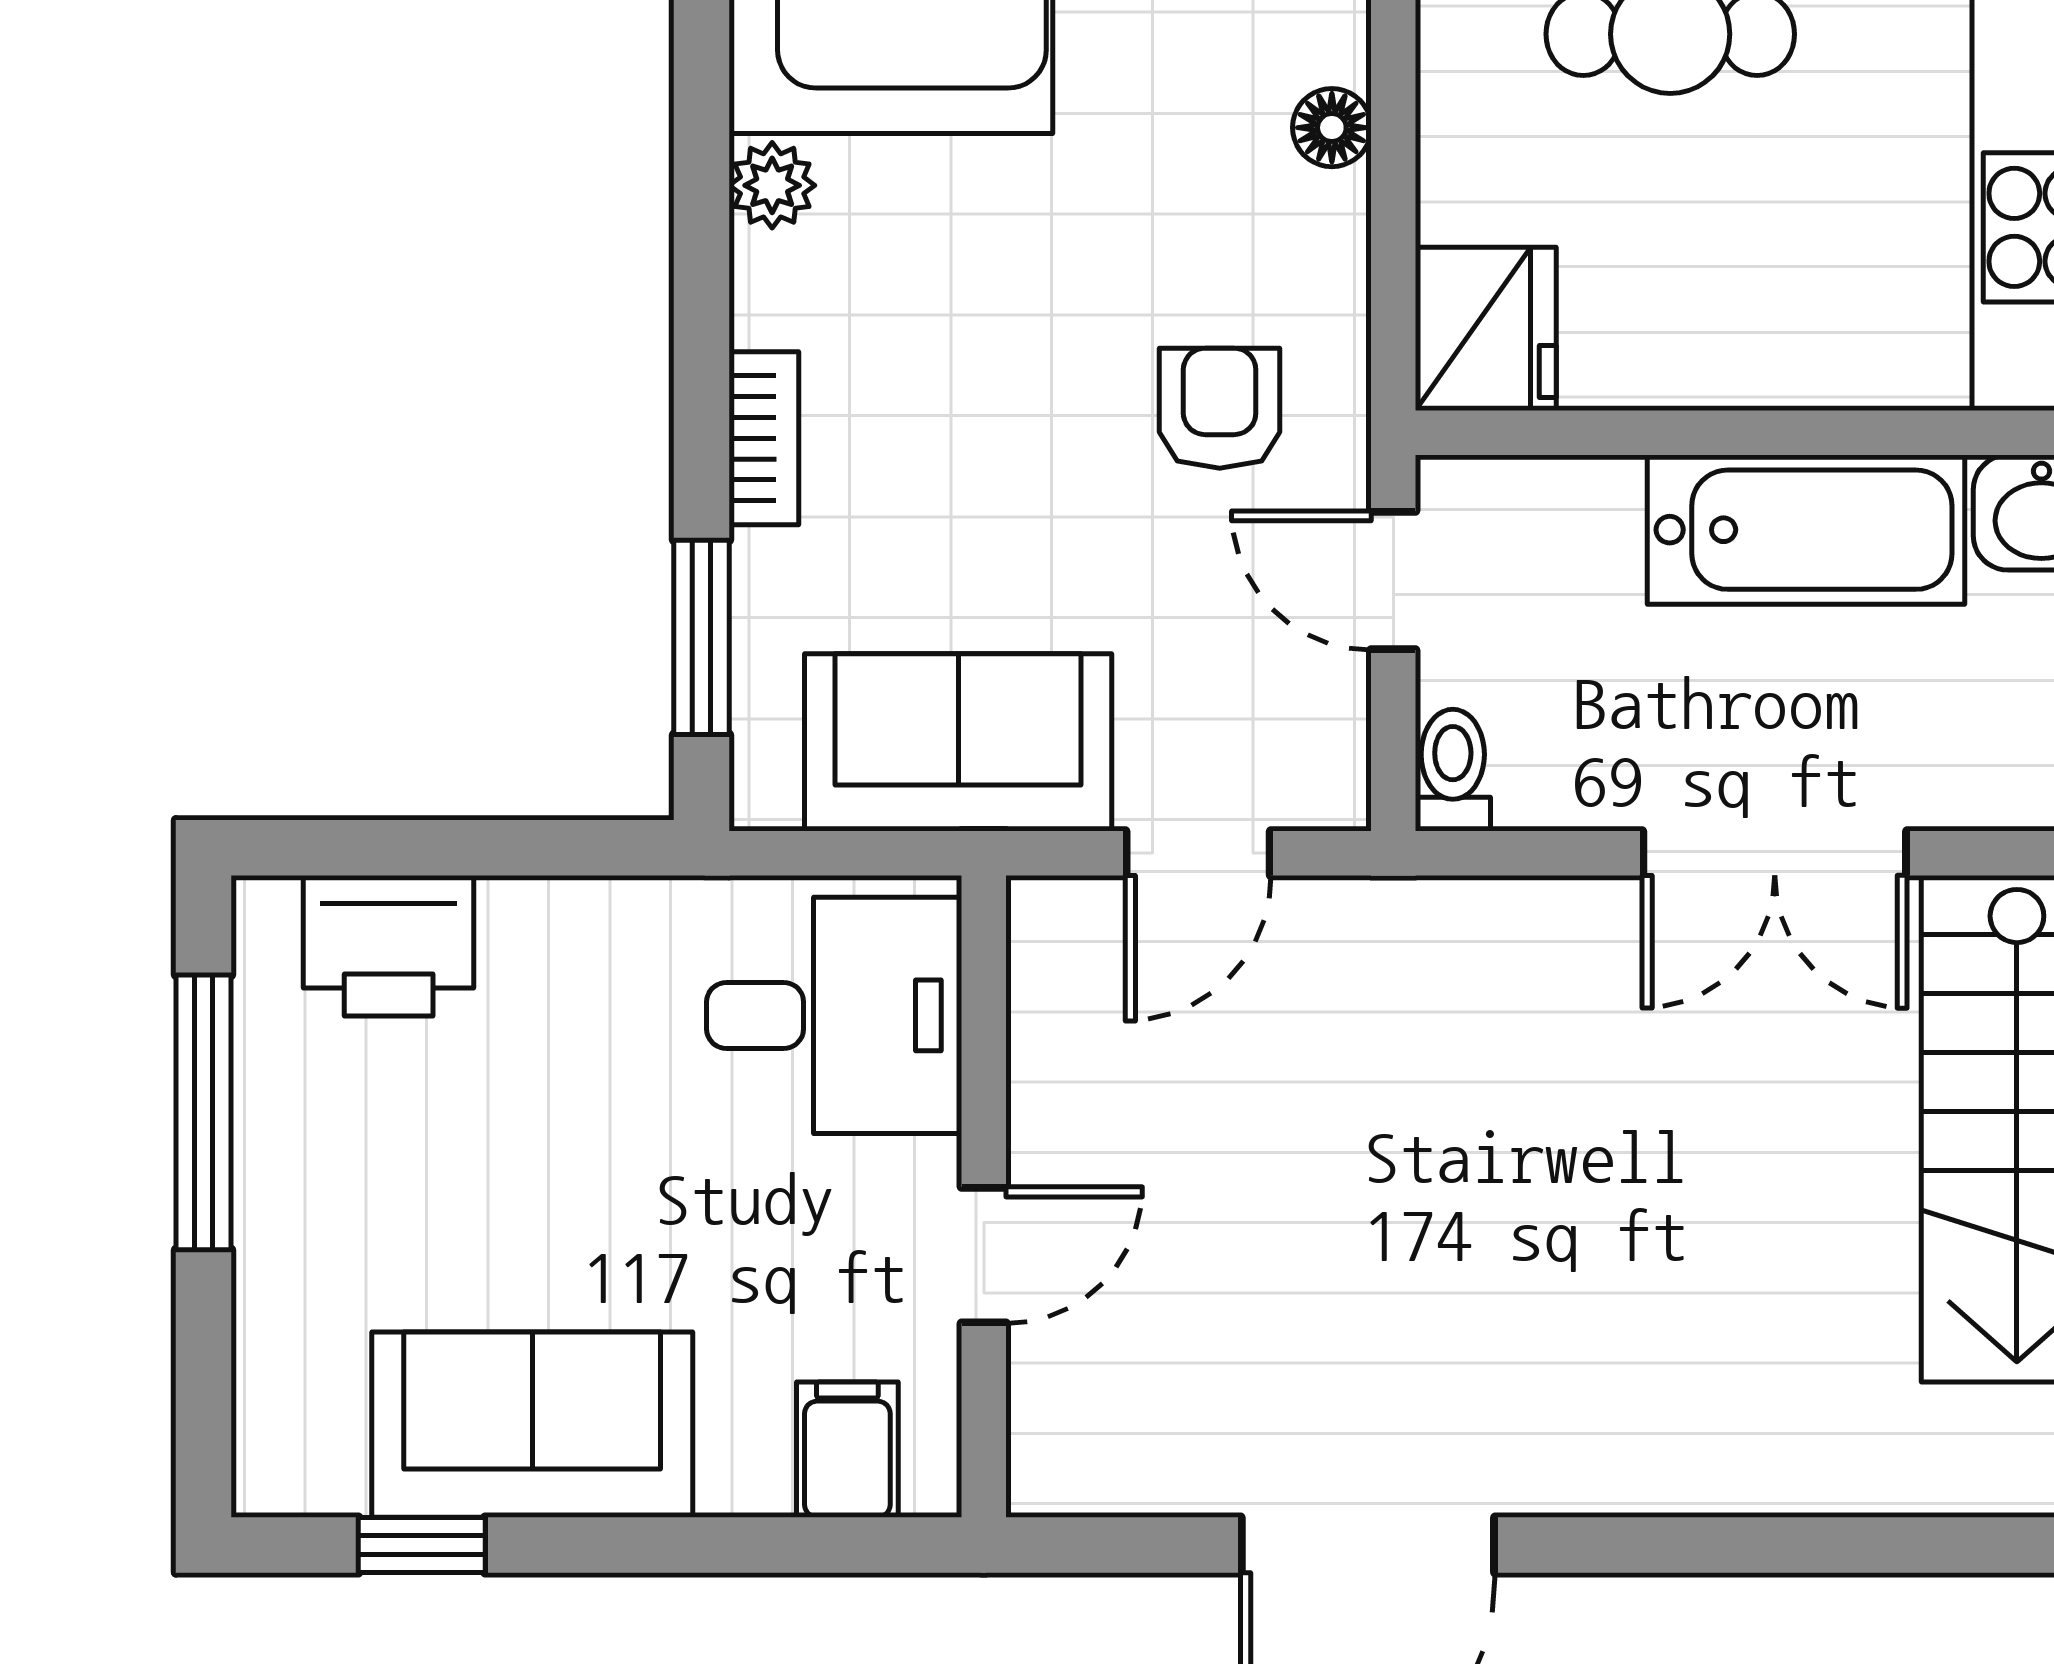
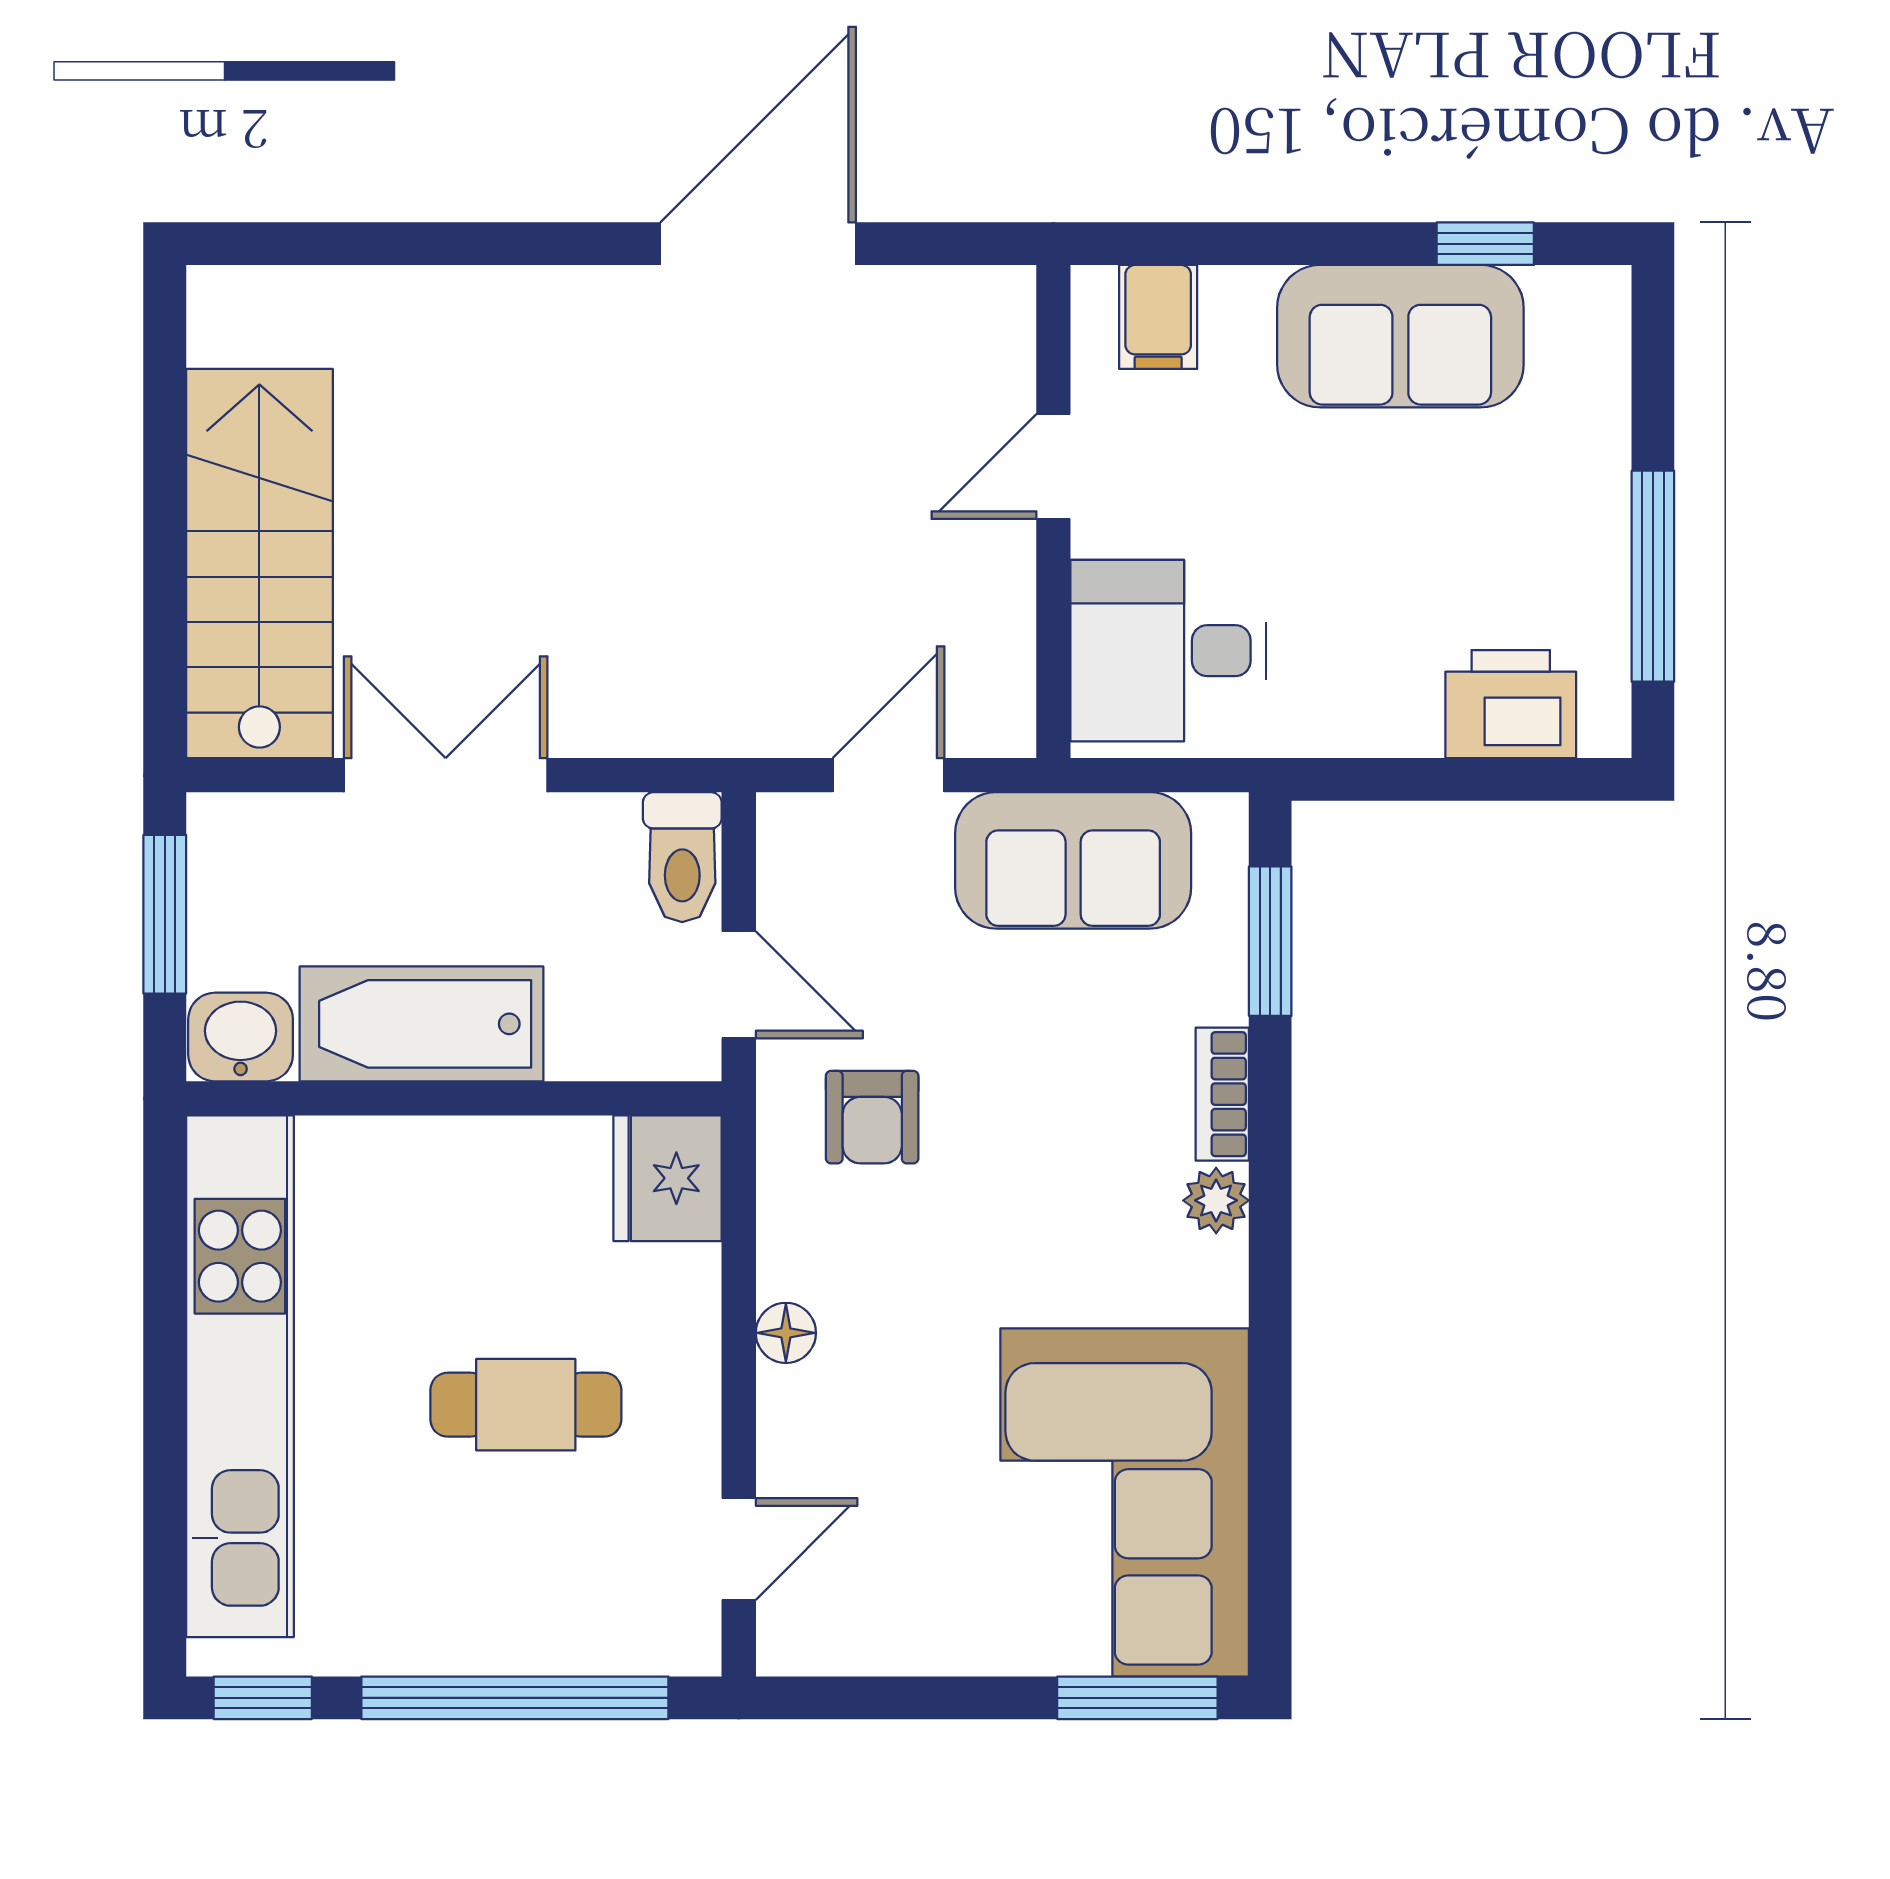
plant: (772, 185) -> (1216, 1200), moved
toilet: (1453, 770) -> (682, 857), width x1.37, depth x1.39

